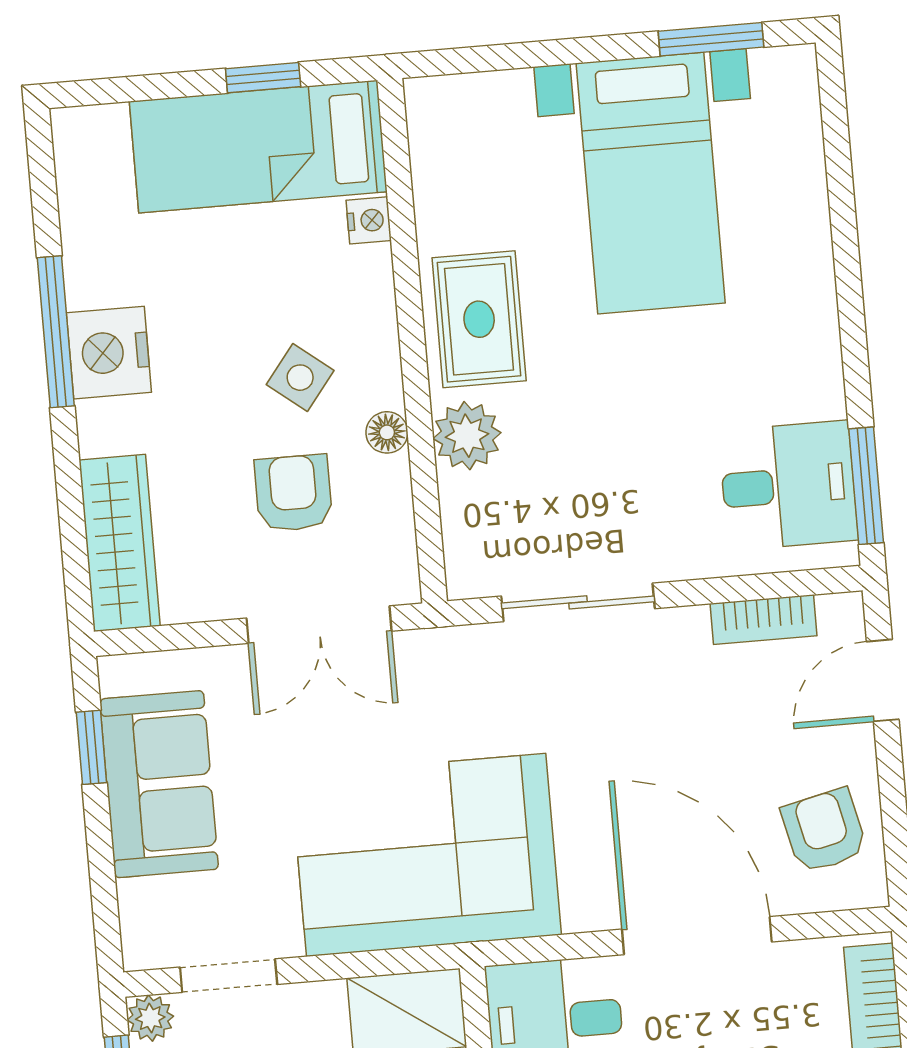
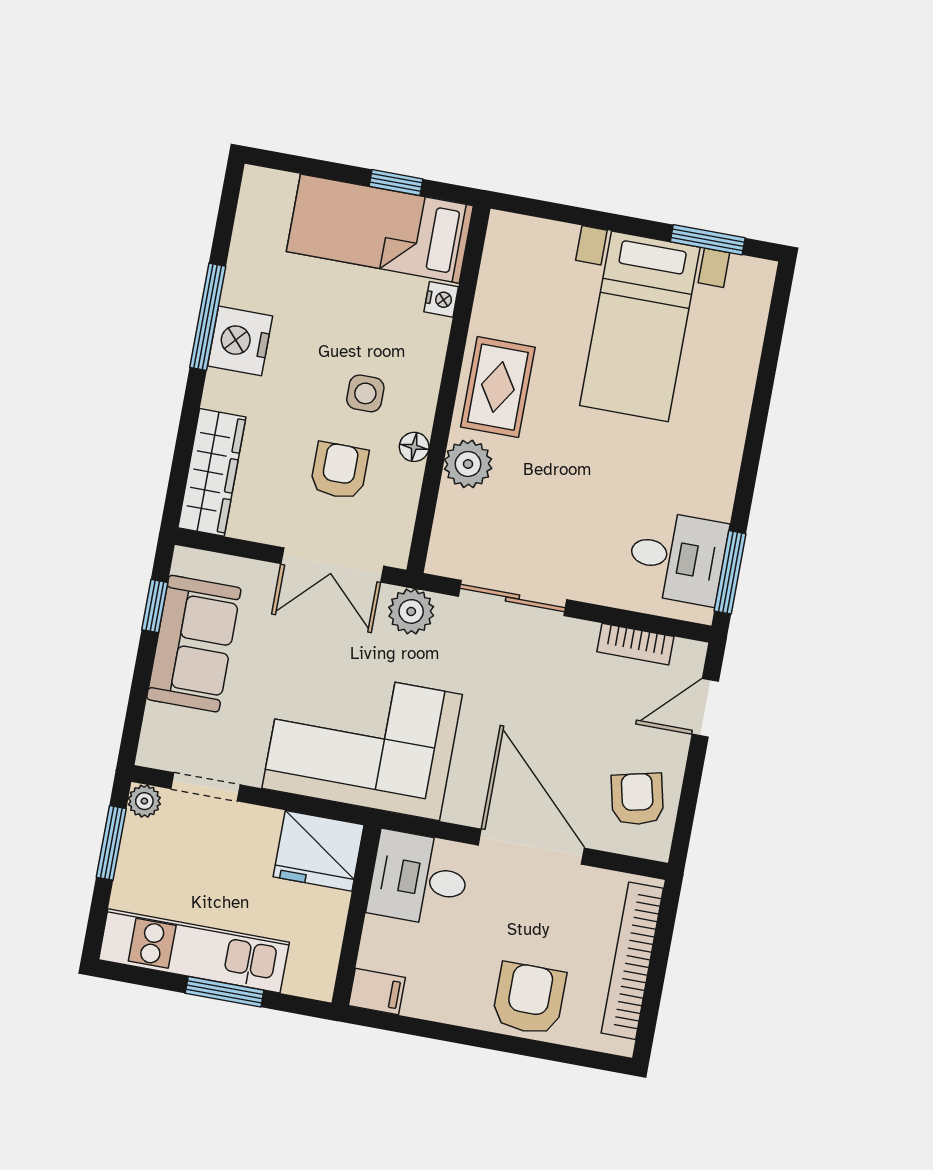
side table: (300, 378) -> (365, 393), turned -38
plant: (444, 659) -> (411, 611), added

